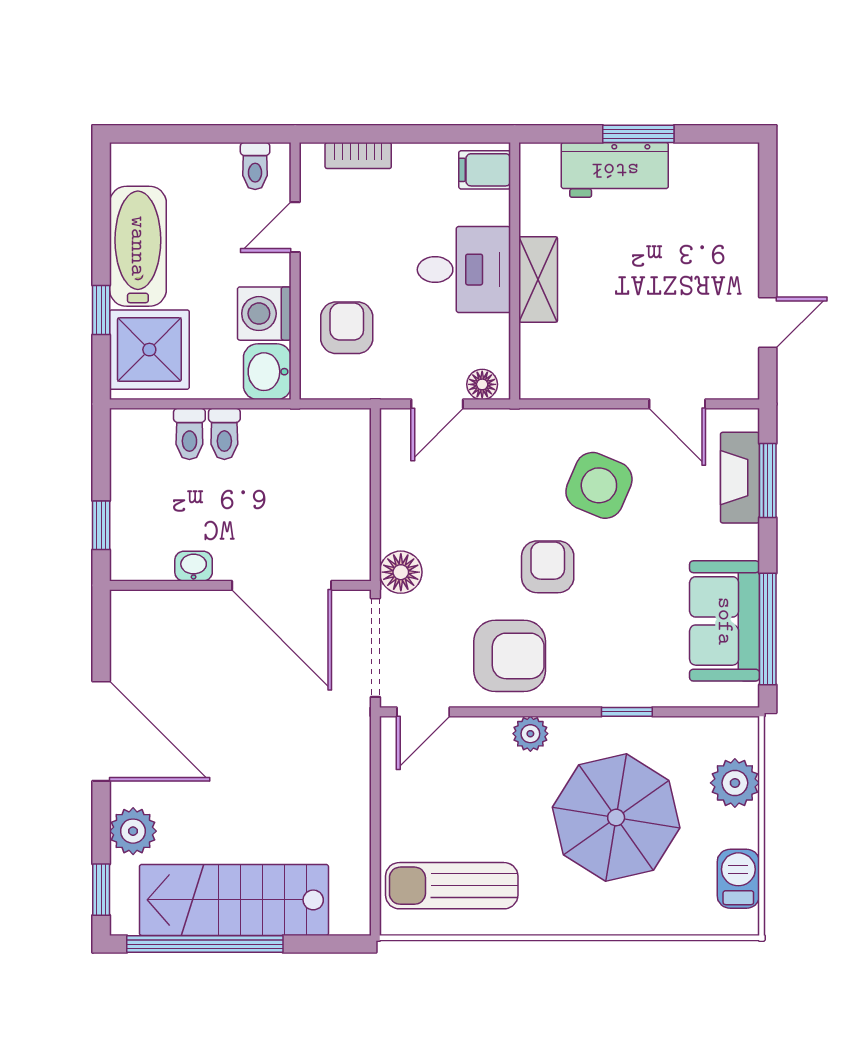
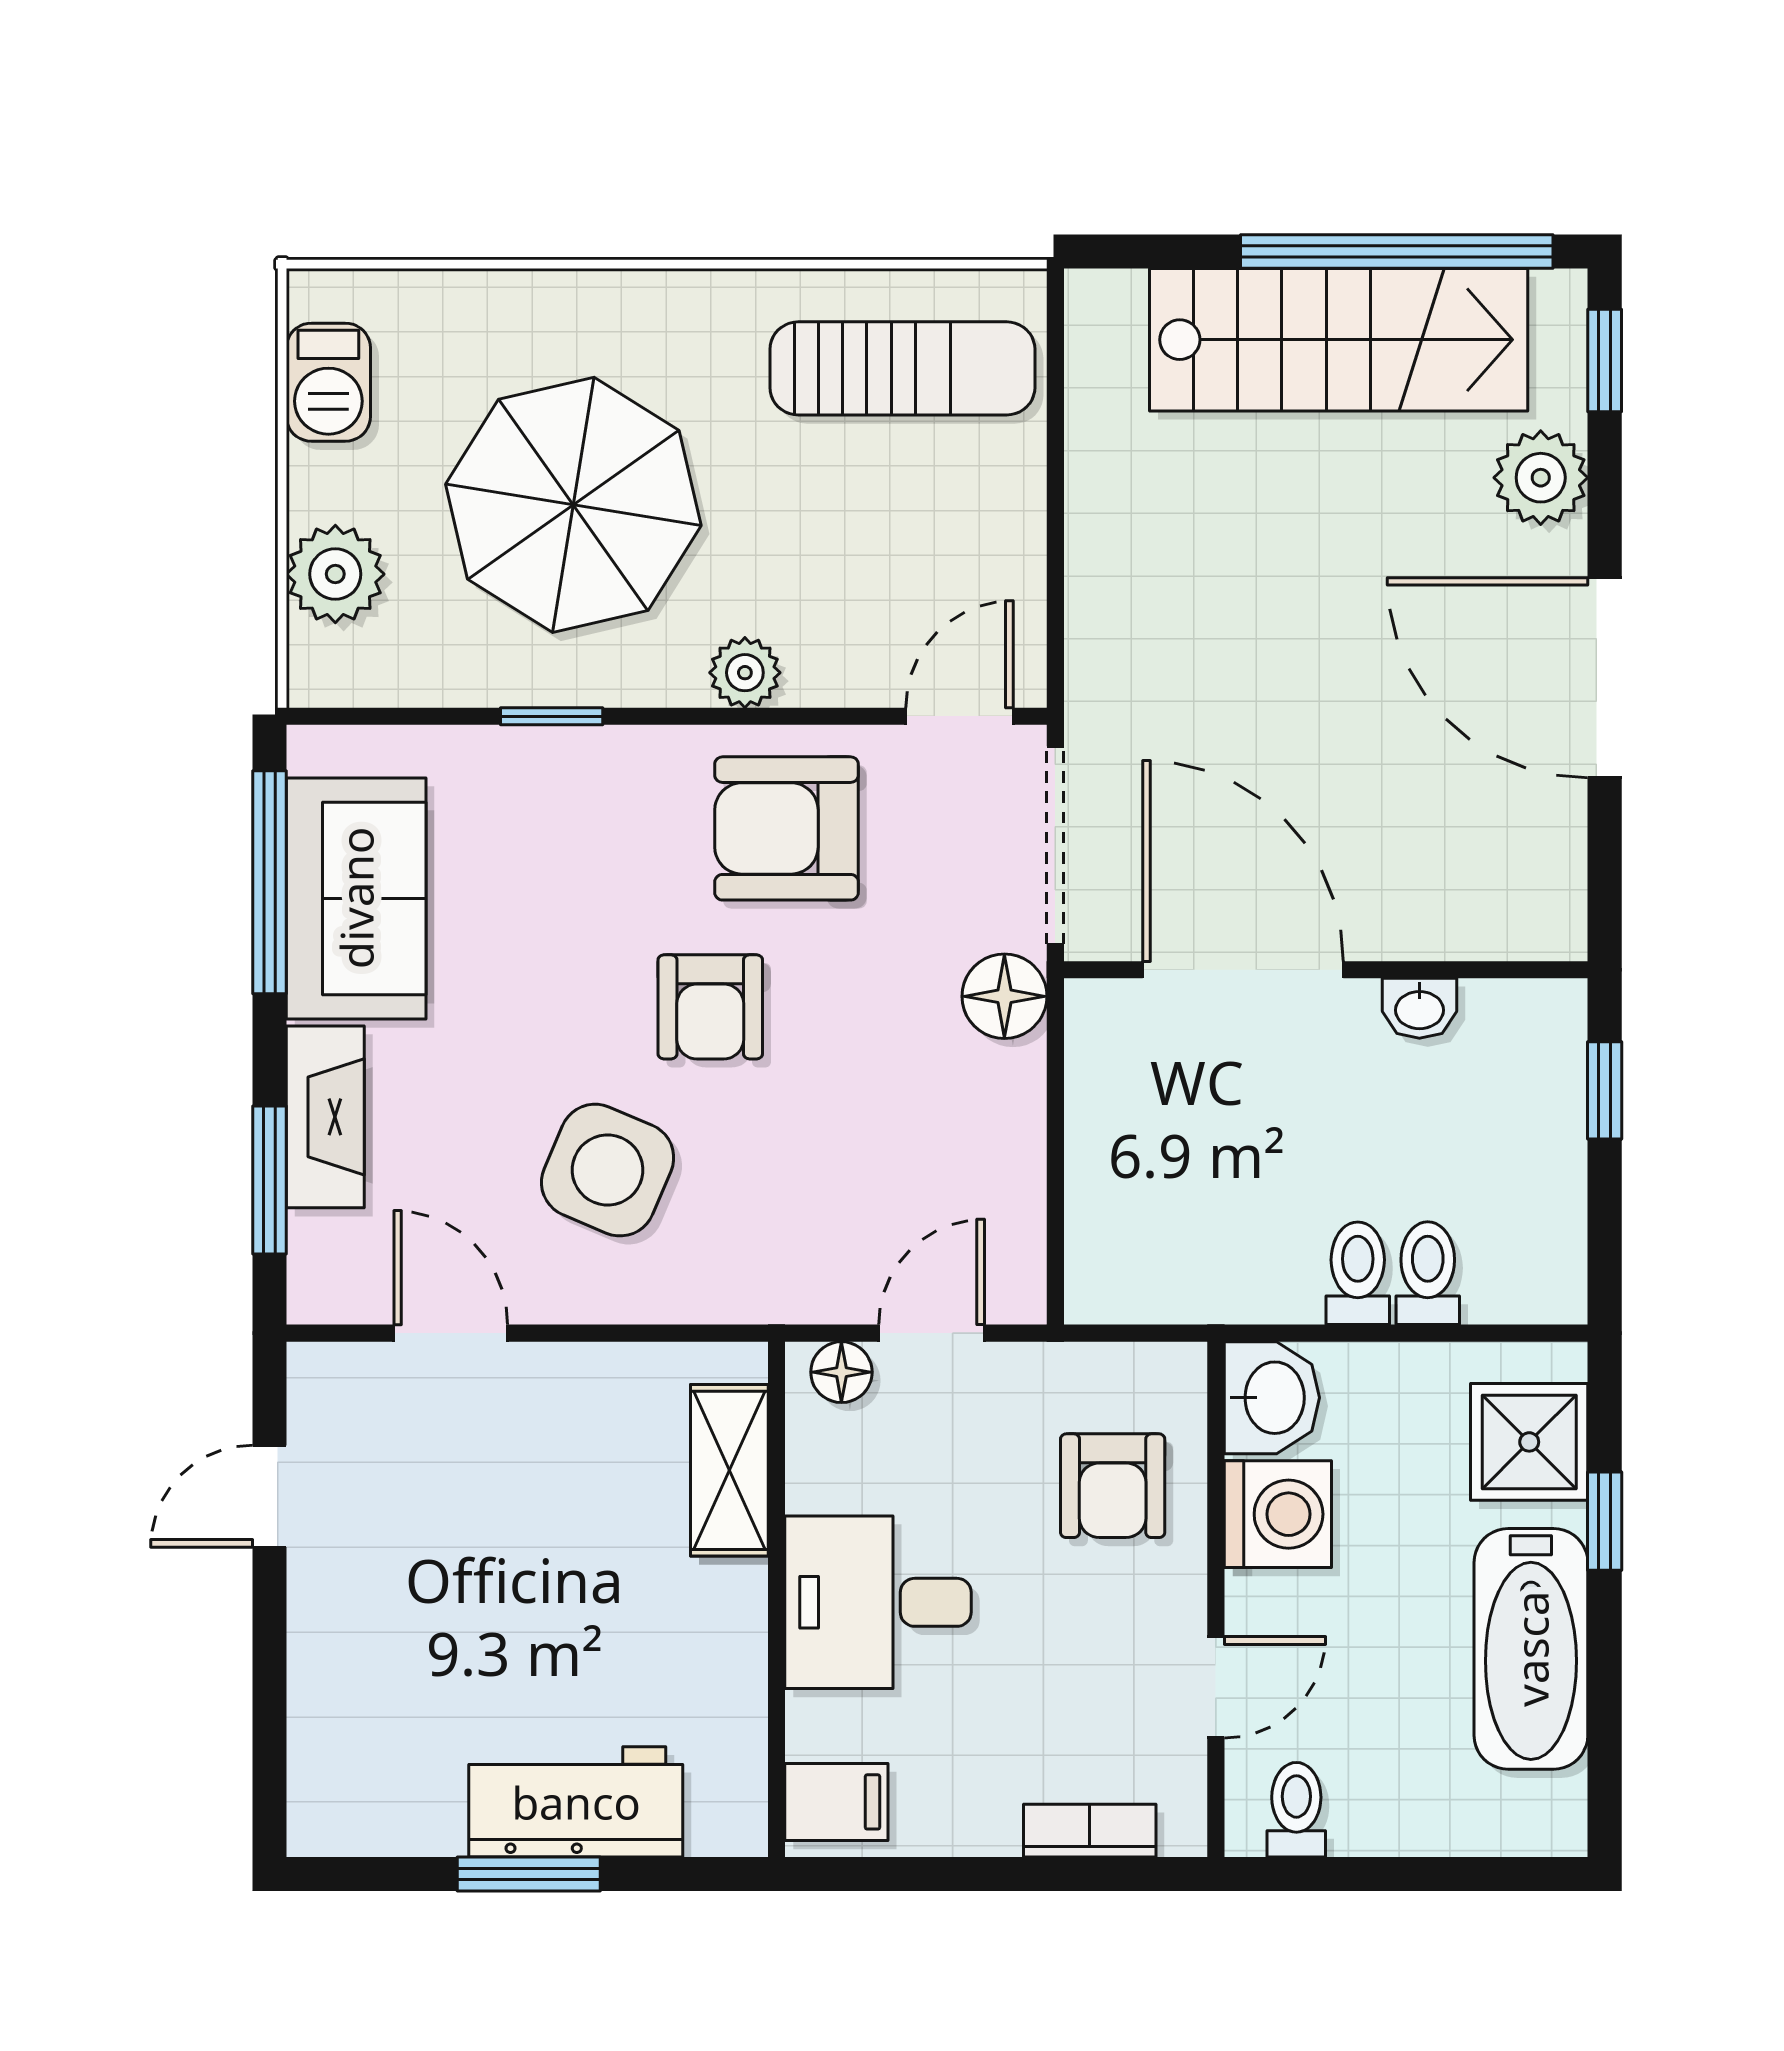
shelving: (538, 279) -> (729, 1470), moved
shower: (149, 350) -> (1529, 1442), width x0.73, depth x0.73
fireplace: (740, 478) -> (325, 1117), moved

